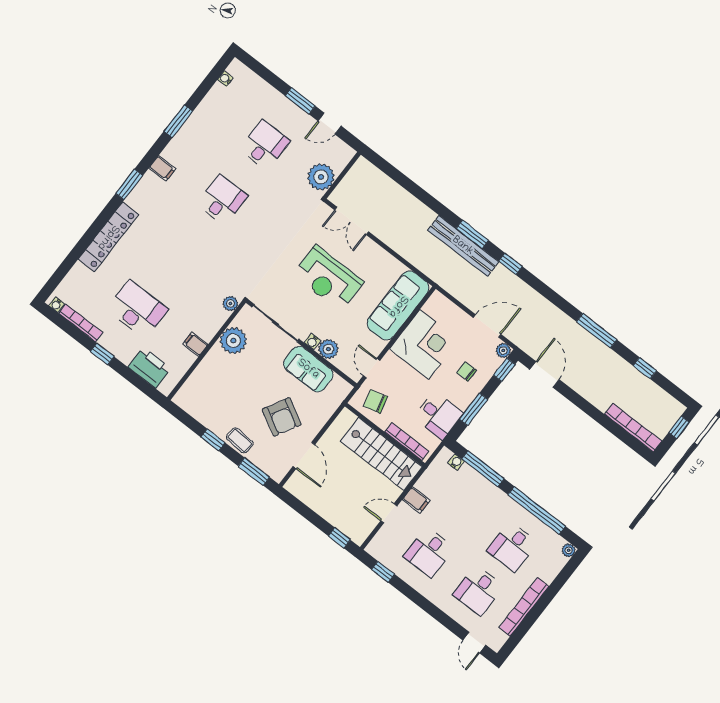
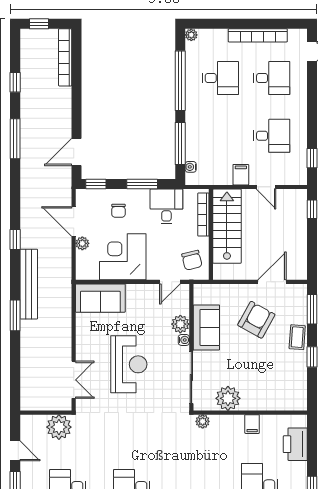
window: (472, 234) -> (15, 315), moved
sofa: (398, 306) -> (100, 298), width x0.73
plant: (503, 350) -> (82, 243), moved

